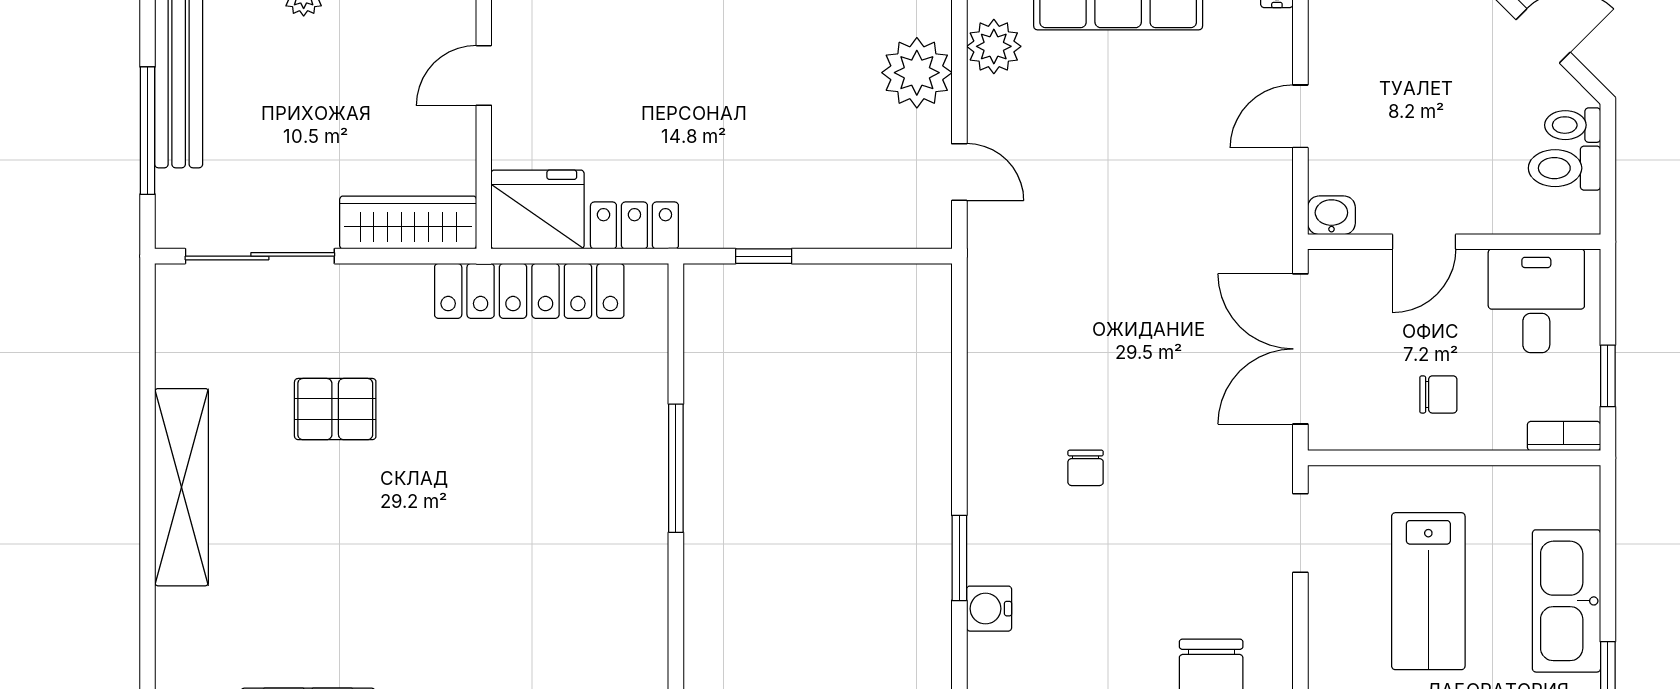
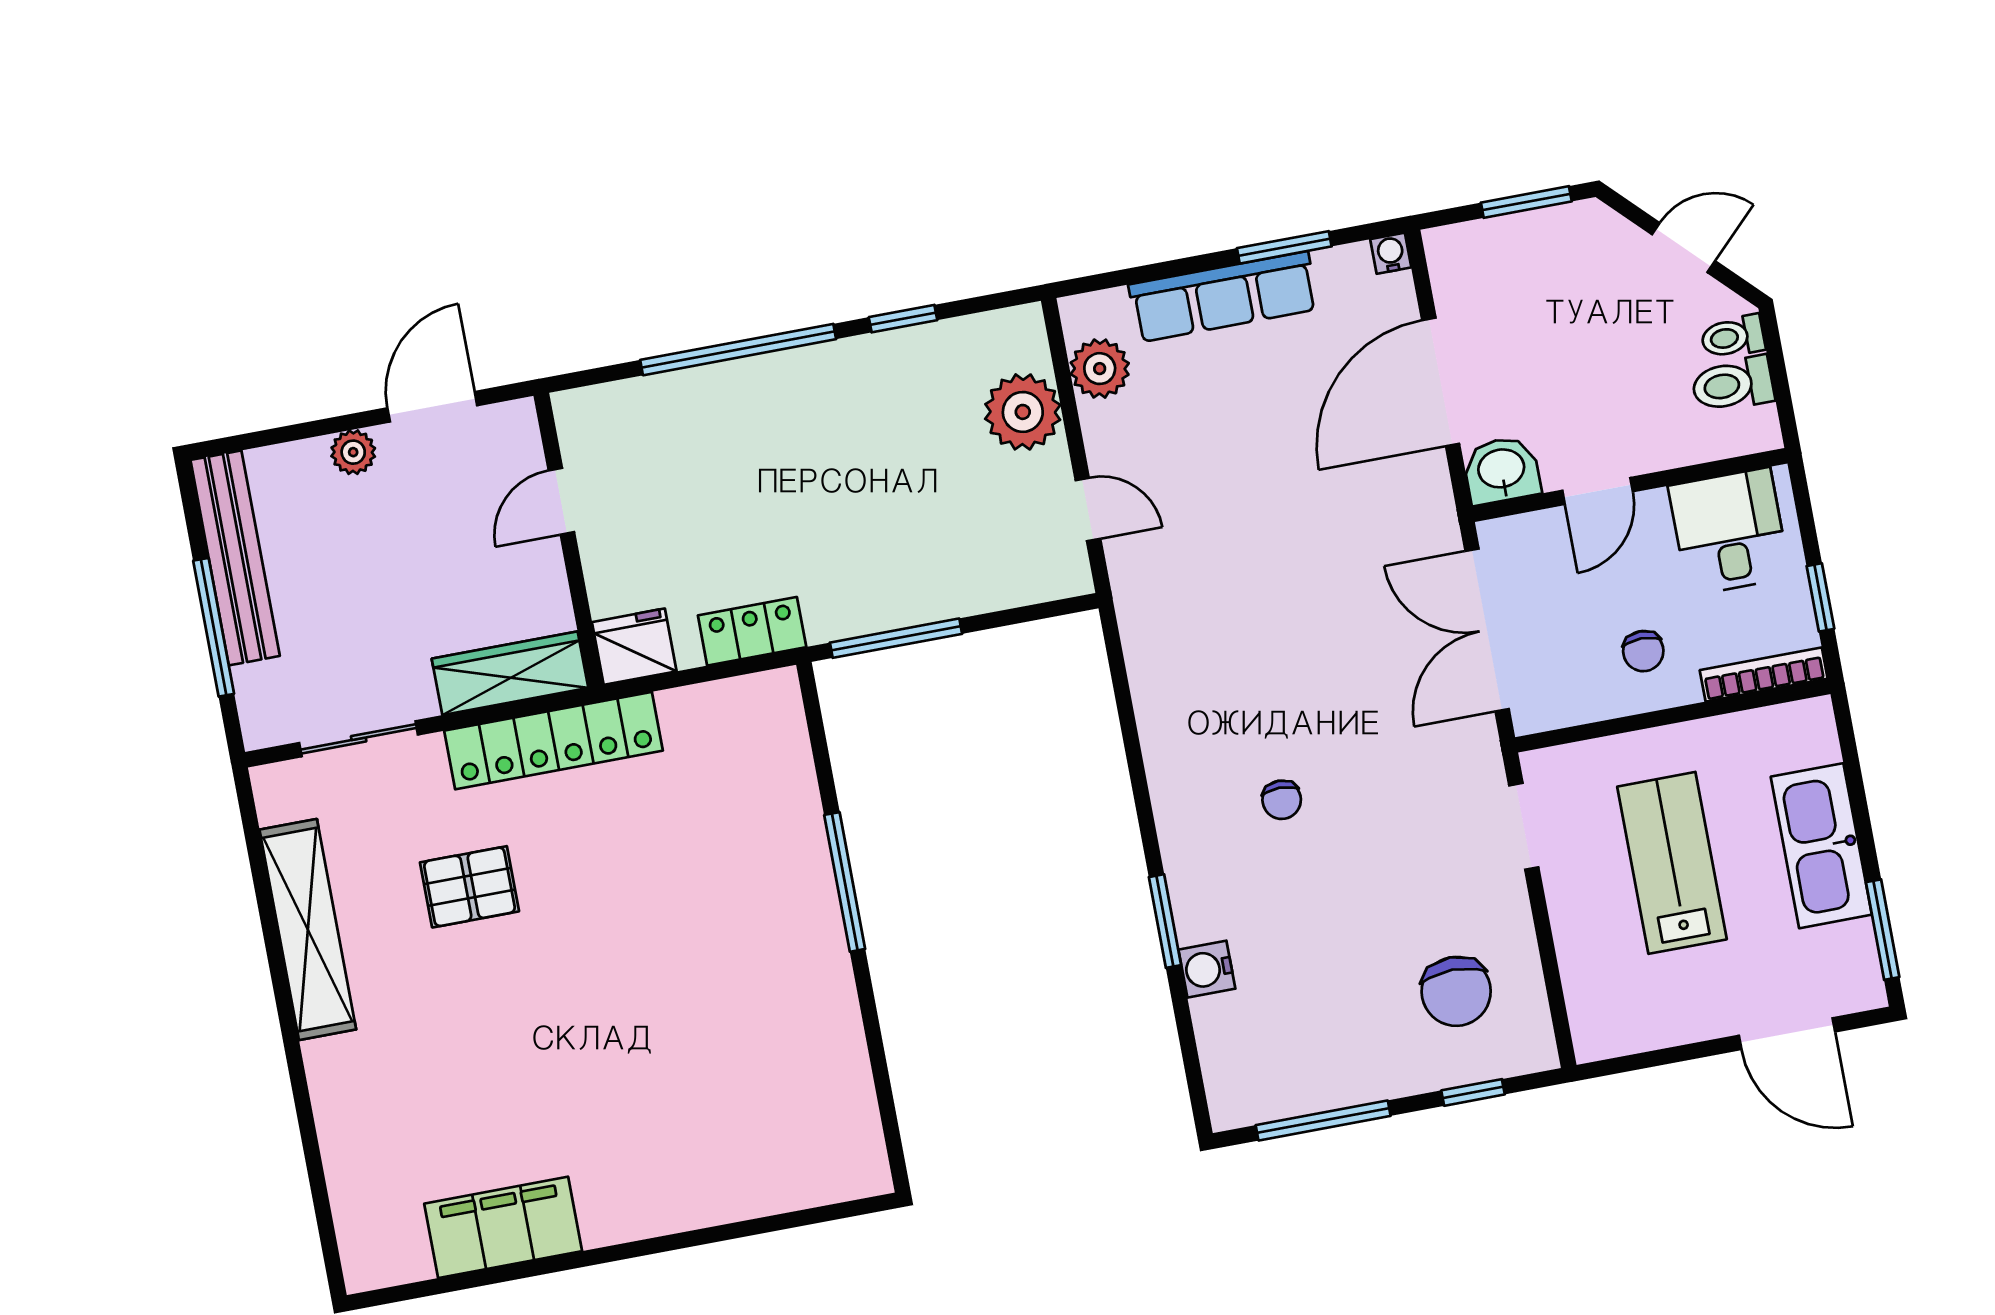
door: (1300, 116) -> (1441, 382), width x1.87
fridge: (538, 209) -> (634, 647), width x0.73, depth x0.75
washbasin: (1331, 215) -> (1502, 470), width x1.38, depth x1.45
sliding door: (260, 256) -> (359, 739), width x0.73
window: (764, 256) -> (896, 638), width x2.17
locker: (529, 291) -> (554, 741), moved
chair: (1438, 394) -> (1643, 651), turned 90
bookcase: (1564, 436) -> (1764, 674), width x1.56
shelving: (182, 487) -> (308, 930), moved
lab bench: (1428, 591) -> (1672, 863), turned 180

